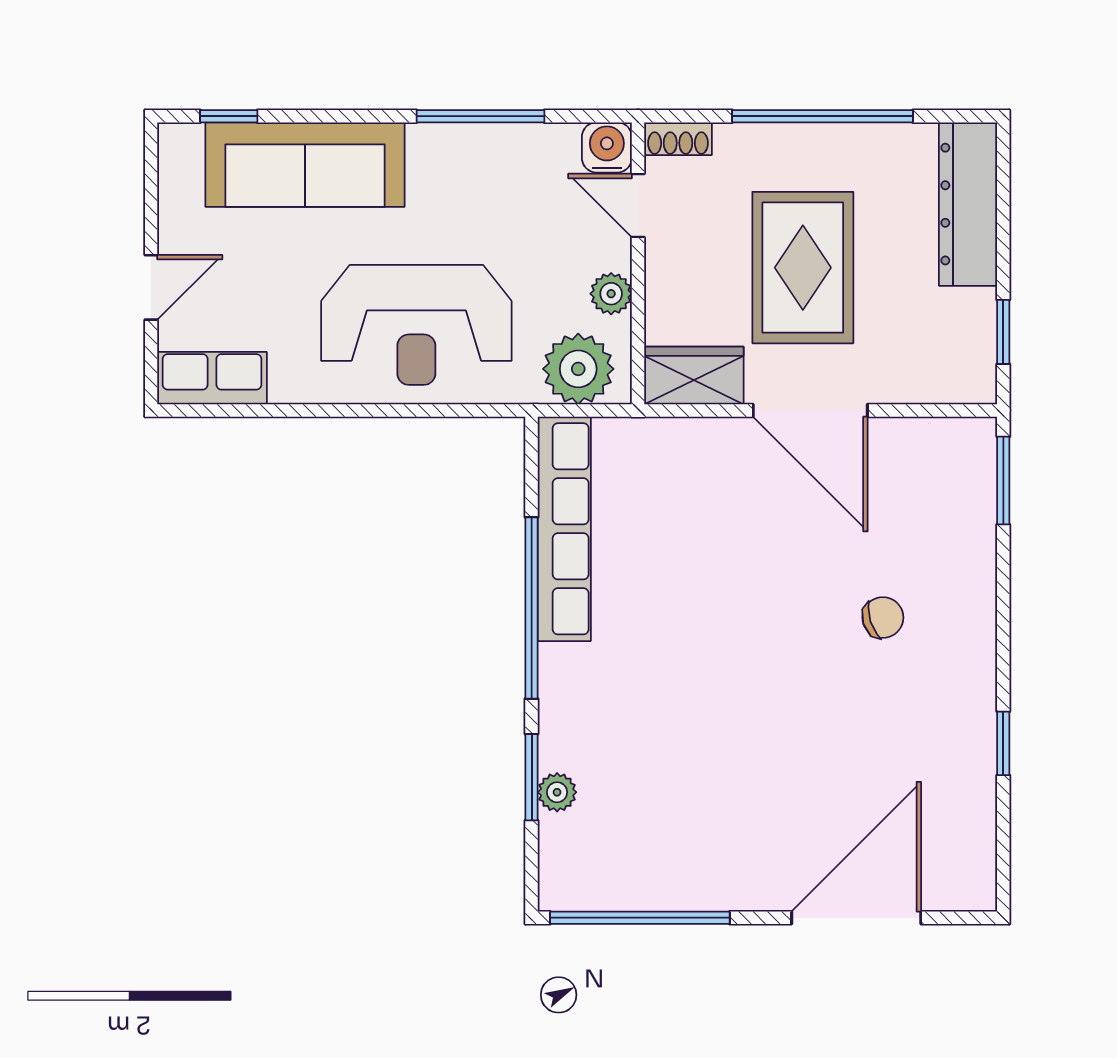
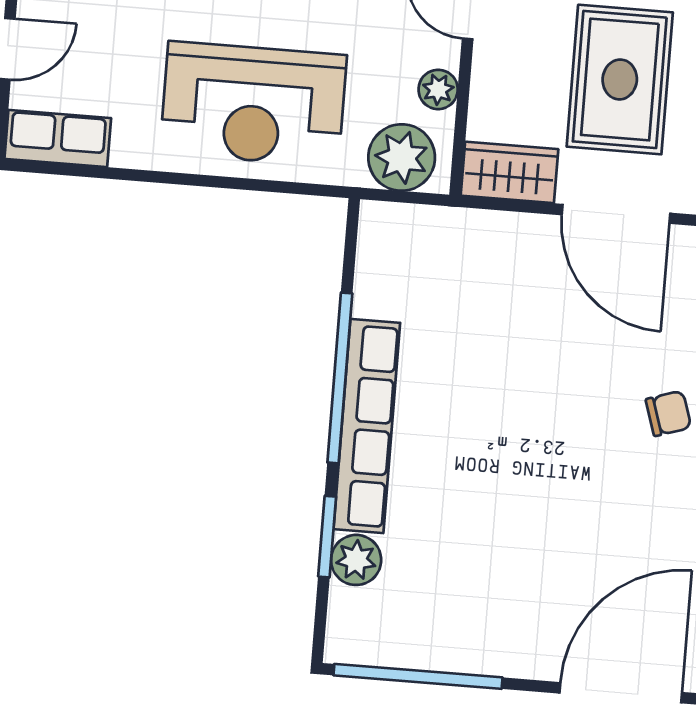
row of seats: (564, 529) -> (367, 426), moved
plant: (557, 792) -> (356, 560), width x1.38, depth x1.38

